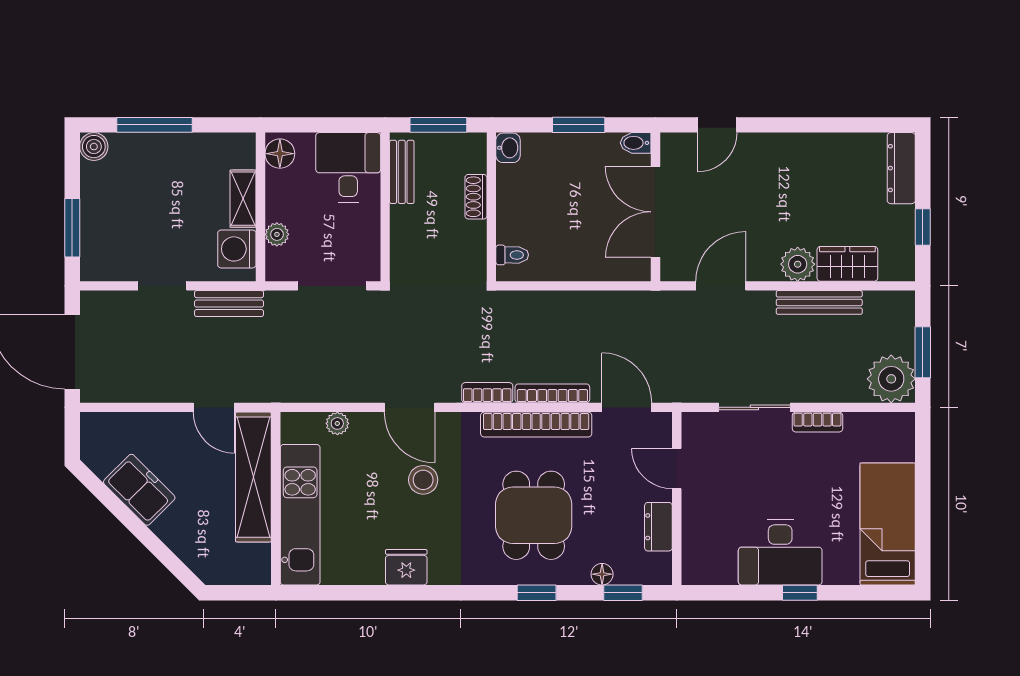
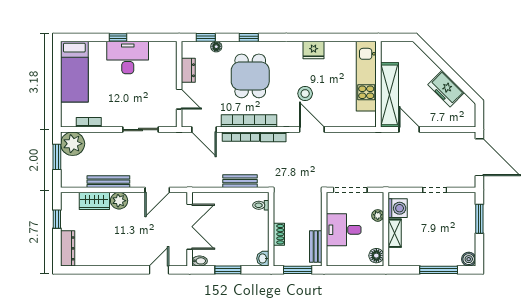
desk: (348, 167) -> (344, 230), moved, turned 90
bench: (229, 304) -> (240, 181), moved
bookcase: (817, 422) -> (89, 122), moved
plant: (337, 423) -> (348, 122), removed

